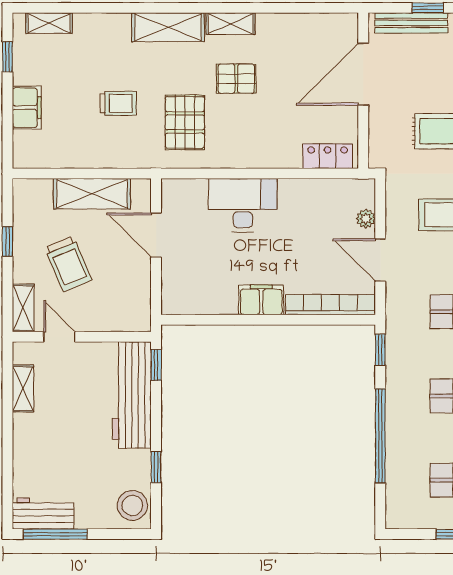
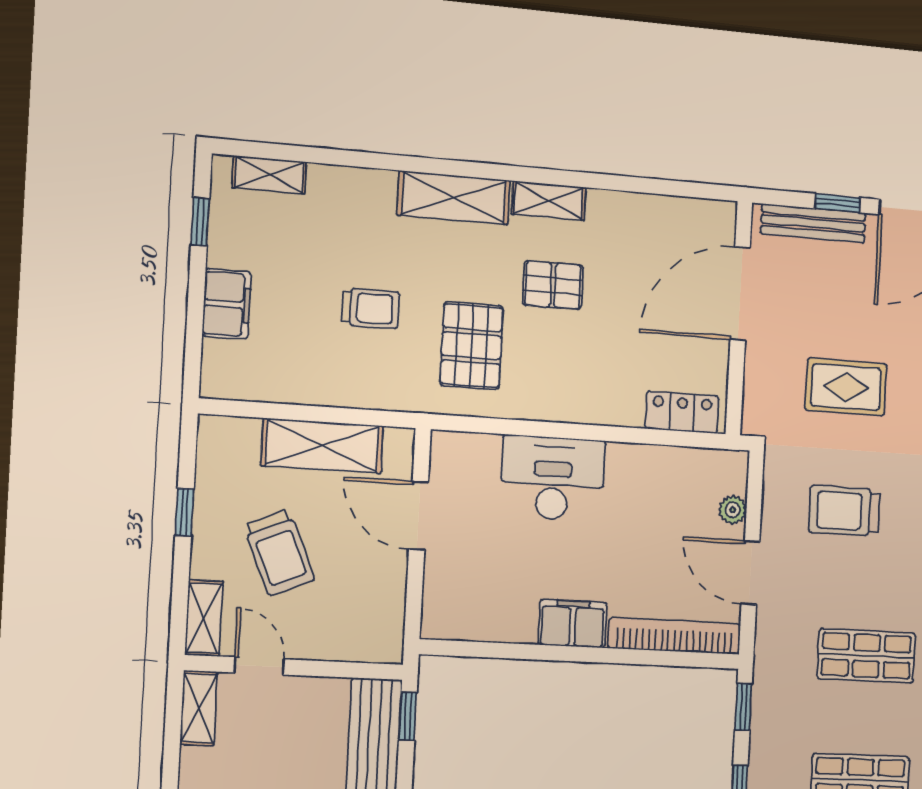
shelving: (23, 388) -> (199, 708), moved

